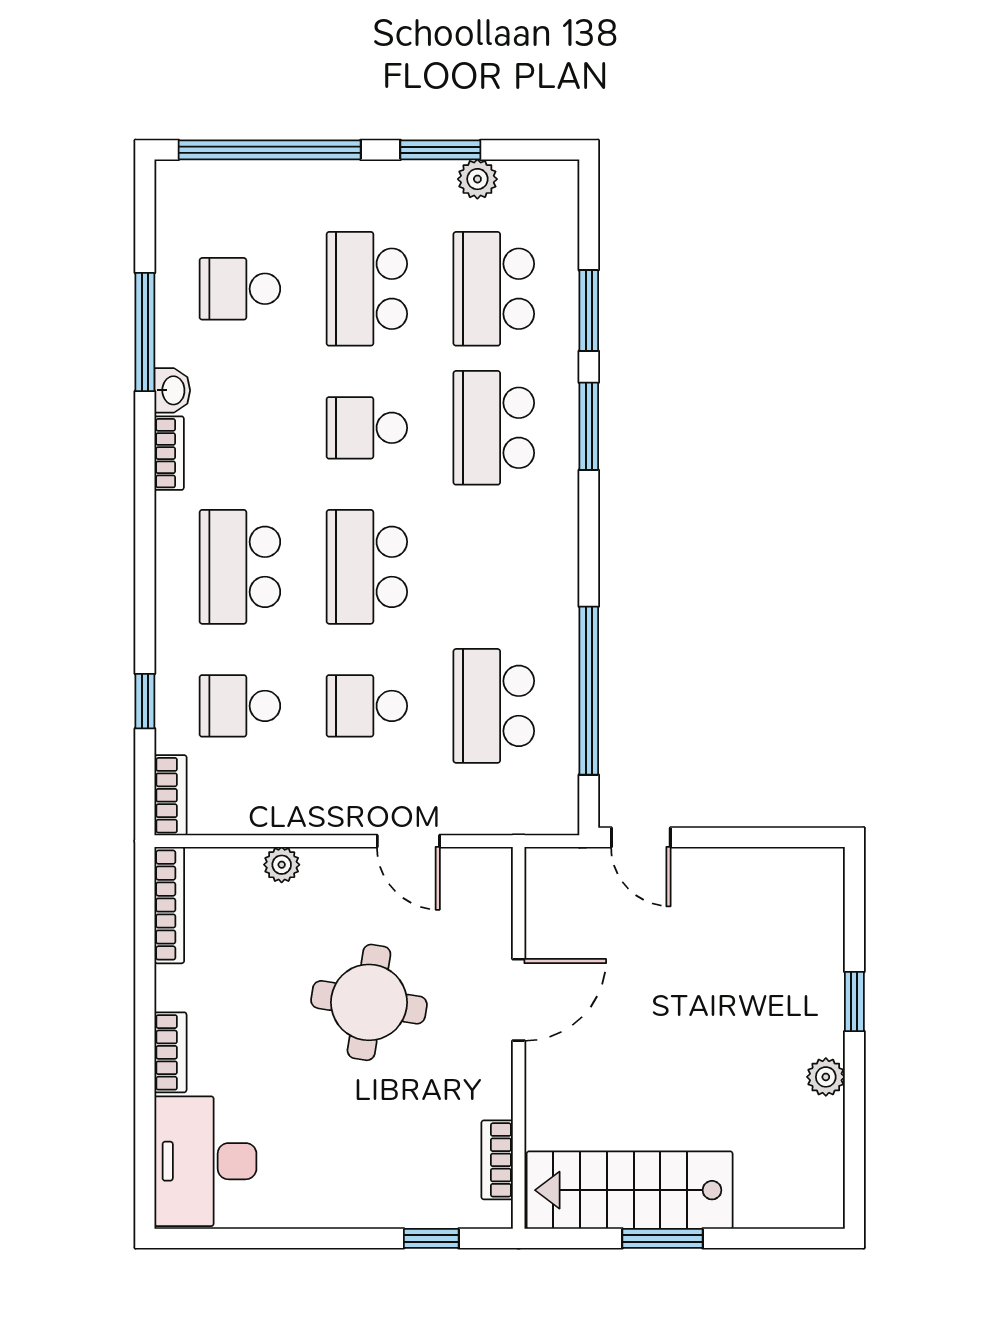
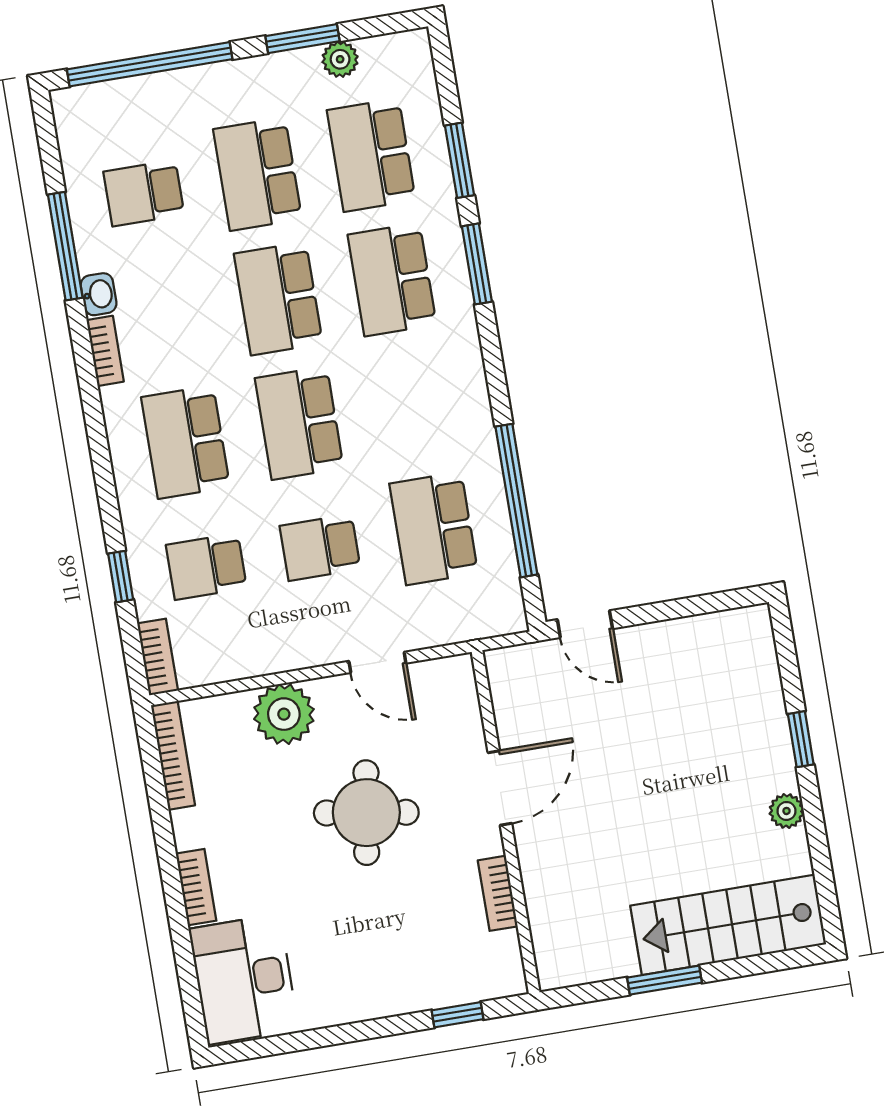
school desk: (367, 428) -> (278, 299), width x1.85
plant: (282, 865) -> (284, 714), width x1.88, depth x1.88
bookcase: (497, 1160) -> (498, 893), moved
stairs: (630, 1190) -> (728, 925), moved

